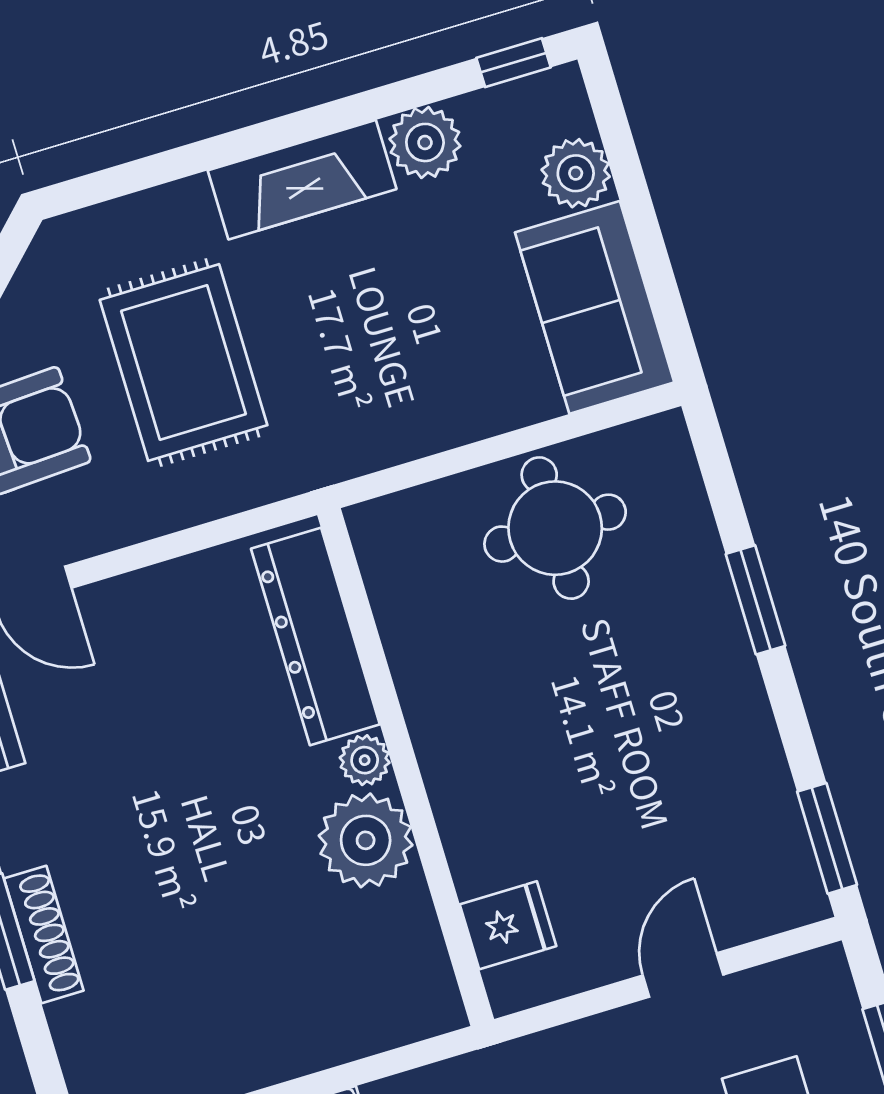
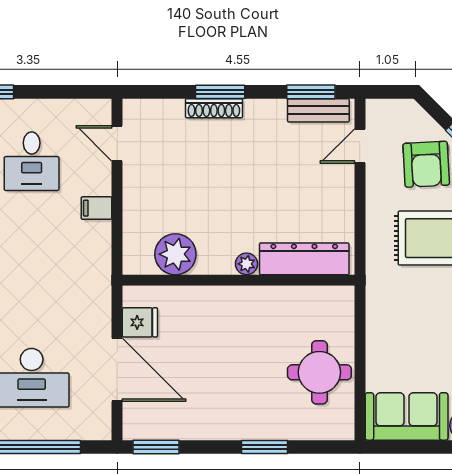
plant: (366, 840) -> (175, 254), moved
fridge: (508, 925) -> (140, 322), moved, turned -90
door: (683, 975) -> (117, 370), width x1.88

